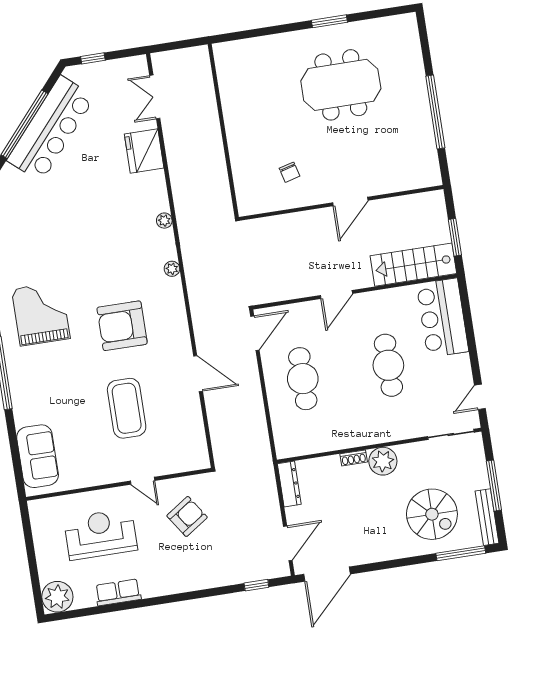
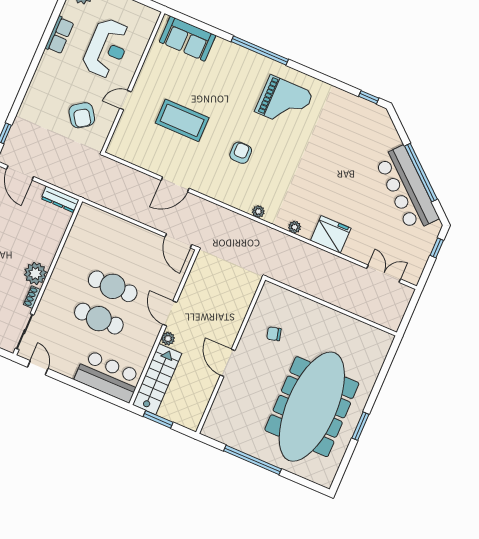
meeting table: (341, 85) -> (312, 407), width x1.86, depth x1.27
fridge: (144, 151) -> (331, 234), moved
plant: (364, 280) -> (168, 339), added
armchair: (122, 326) -> (241, 153), width x0.53, depth x0.53
cafe table: (303, 379) -> (113, 286), moved
shoe rack: (354, 458) -> (32, 297), moved

